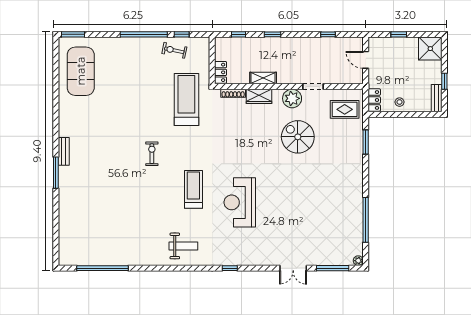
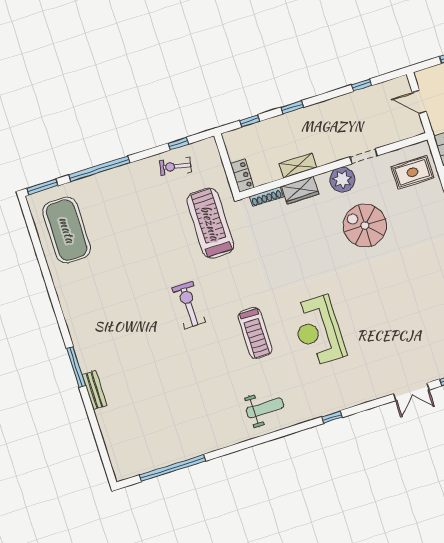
window: (144, 34) -> (99, 169), moved
bench: (64, 151) -> (94, 390), moved
exercise bike: (152, 154) -> (189, 305), width x1.38, depth x1.39
treadmill: (193, 189) -> (255, 333), turned 180

